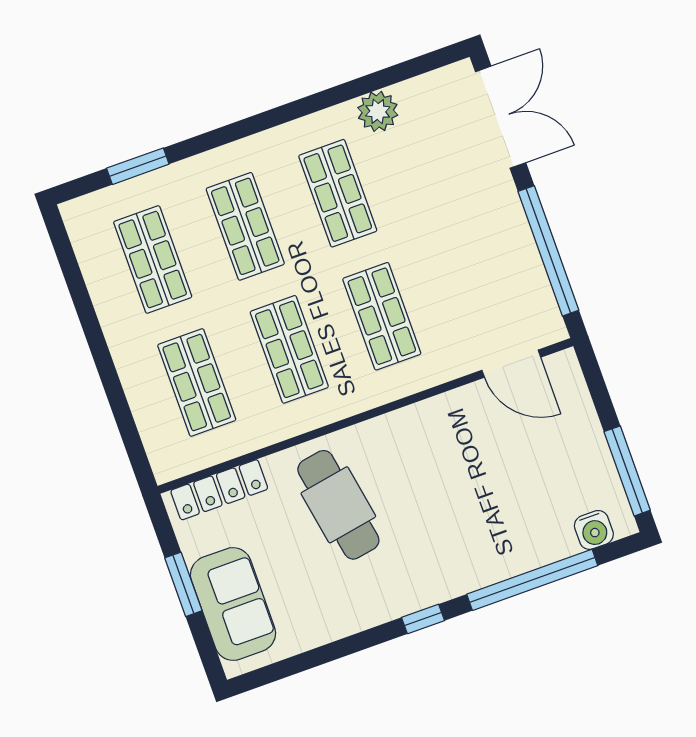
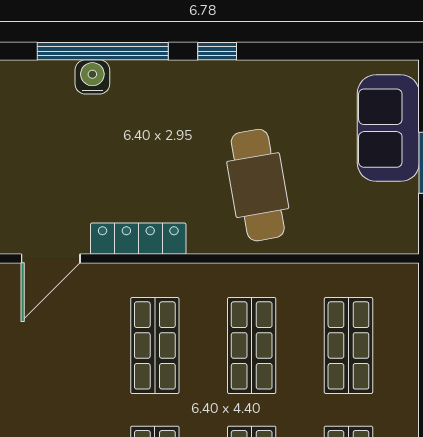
door: (511, 364) -> (51, 259), swing flipped
locker: (219, 490) -> (138, 239), moved
water cooler: (594, 530) -> (92, 77), moved

